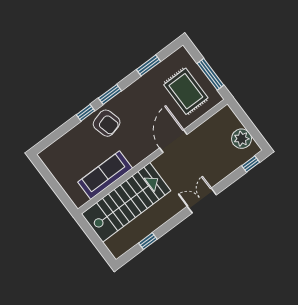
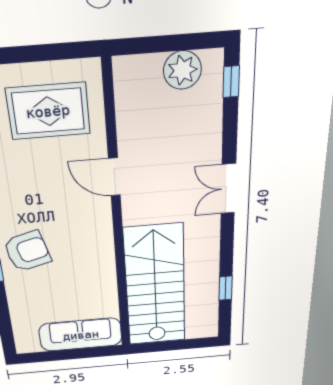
window: (210, 74) -> (44, 53), removed
door: (173, 141) -> (114, 177), width x0.73
sofa: (105, 175) -> (81, 335), moved, turned 90

